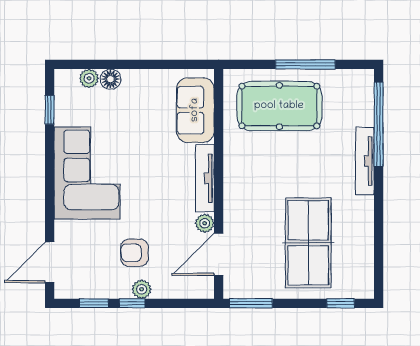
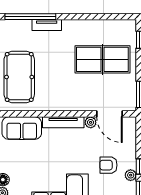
tv unit: (365, 161) -> (47, 25), width x0.71
armchair: (134, 253) -> (108, 165), turned 90
plant: (142, 289) -> (131, 175), moved

